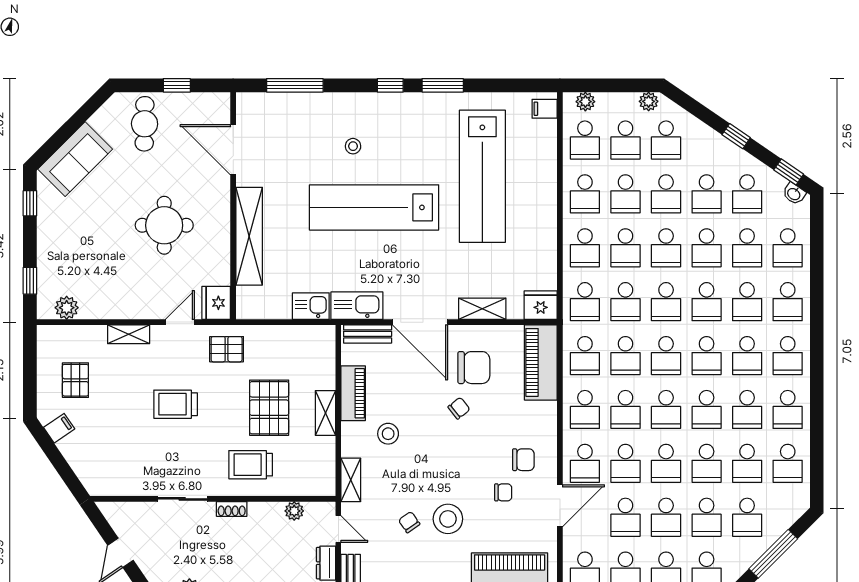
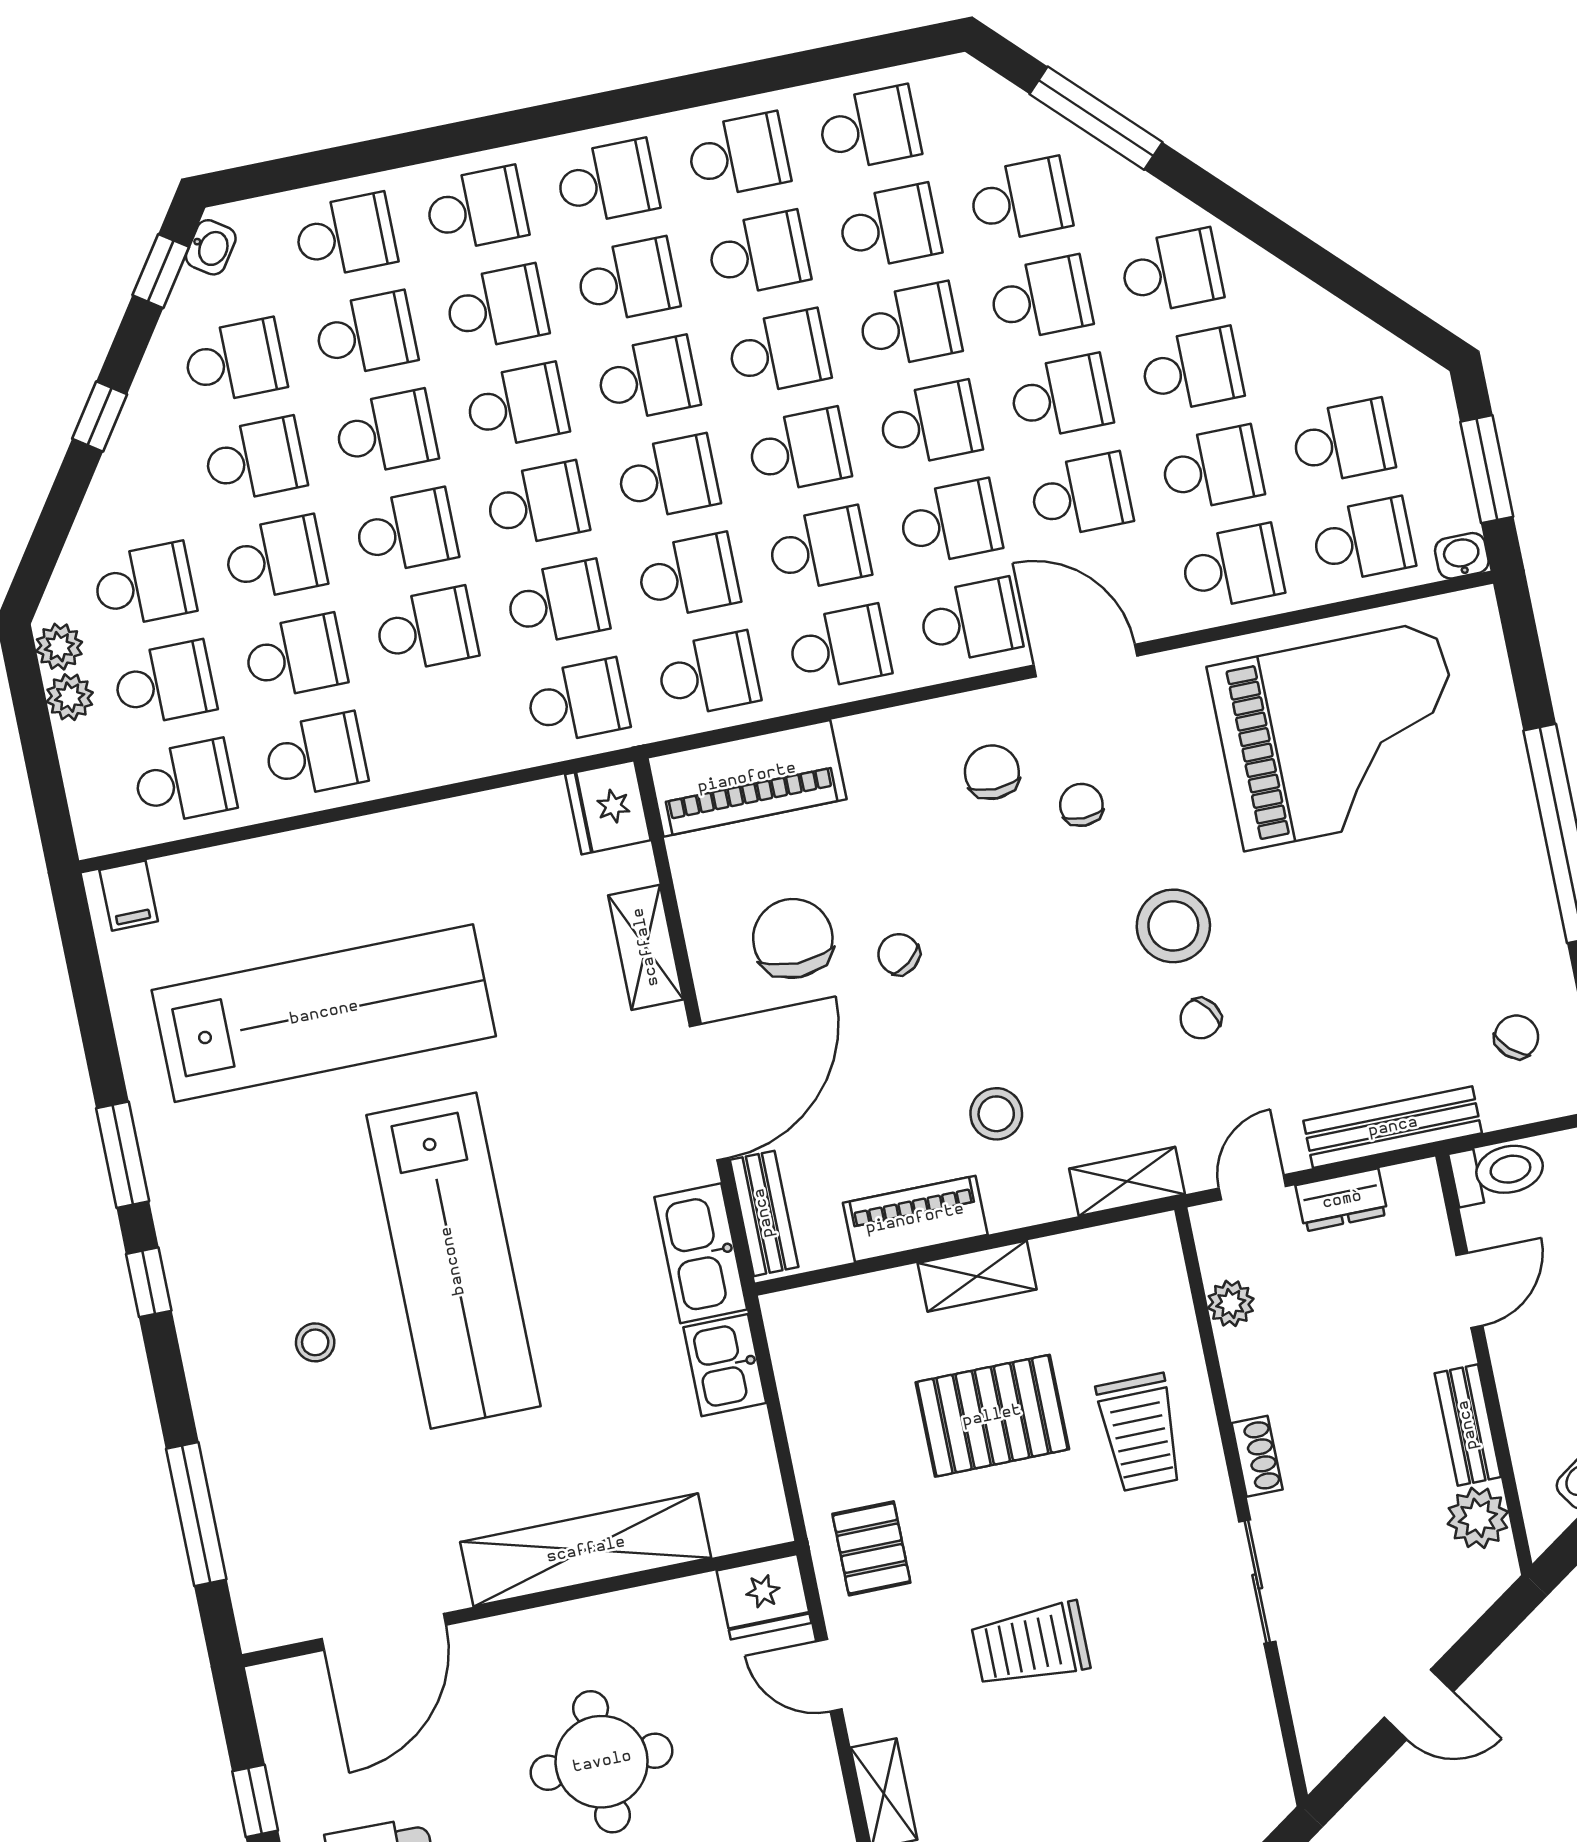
plant: (585, 102) -> (70, 697), moved
school desk: (585, 248) -> (446, 728), removed
trolley: (176, 404) -> (1031, 1645), turned 90

